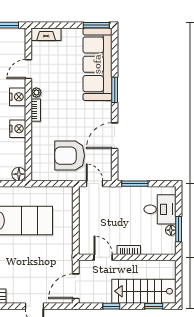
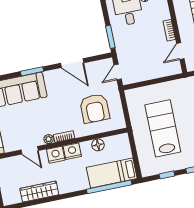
nightstand: (18, 129) -> (72, 151), moved
armchair: (70, 156) -> (95, 108), moved
floor lamp: (19, 174) -> (98, 145), moved

